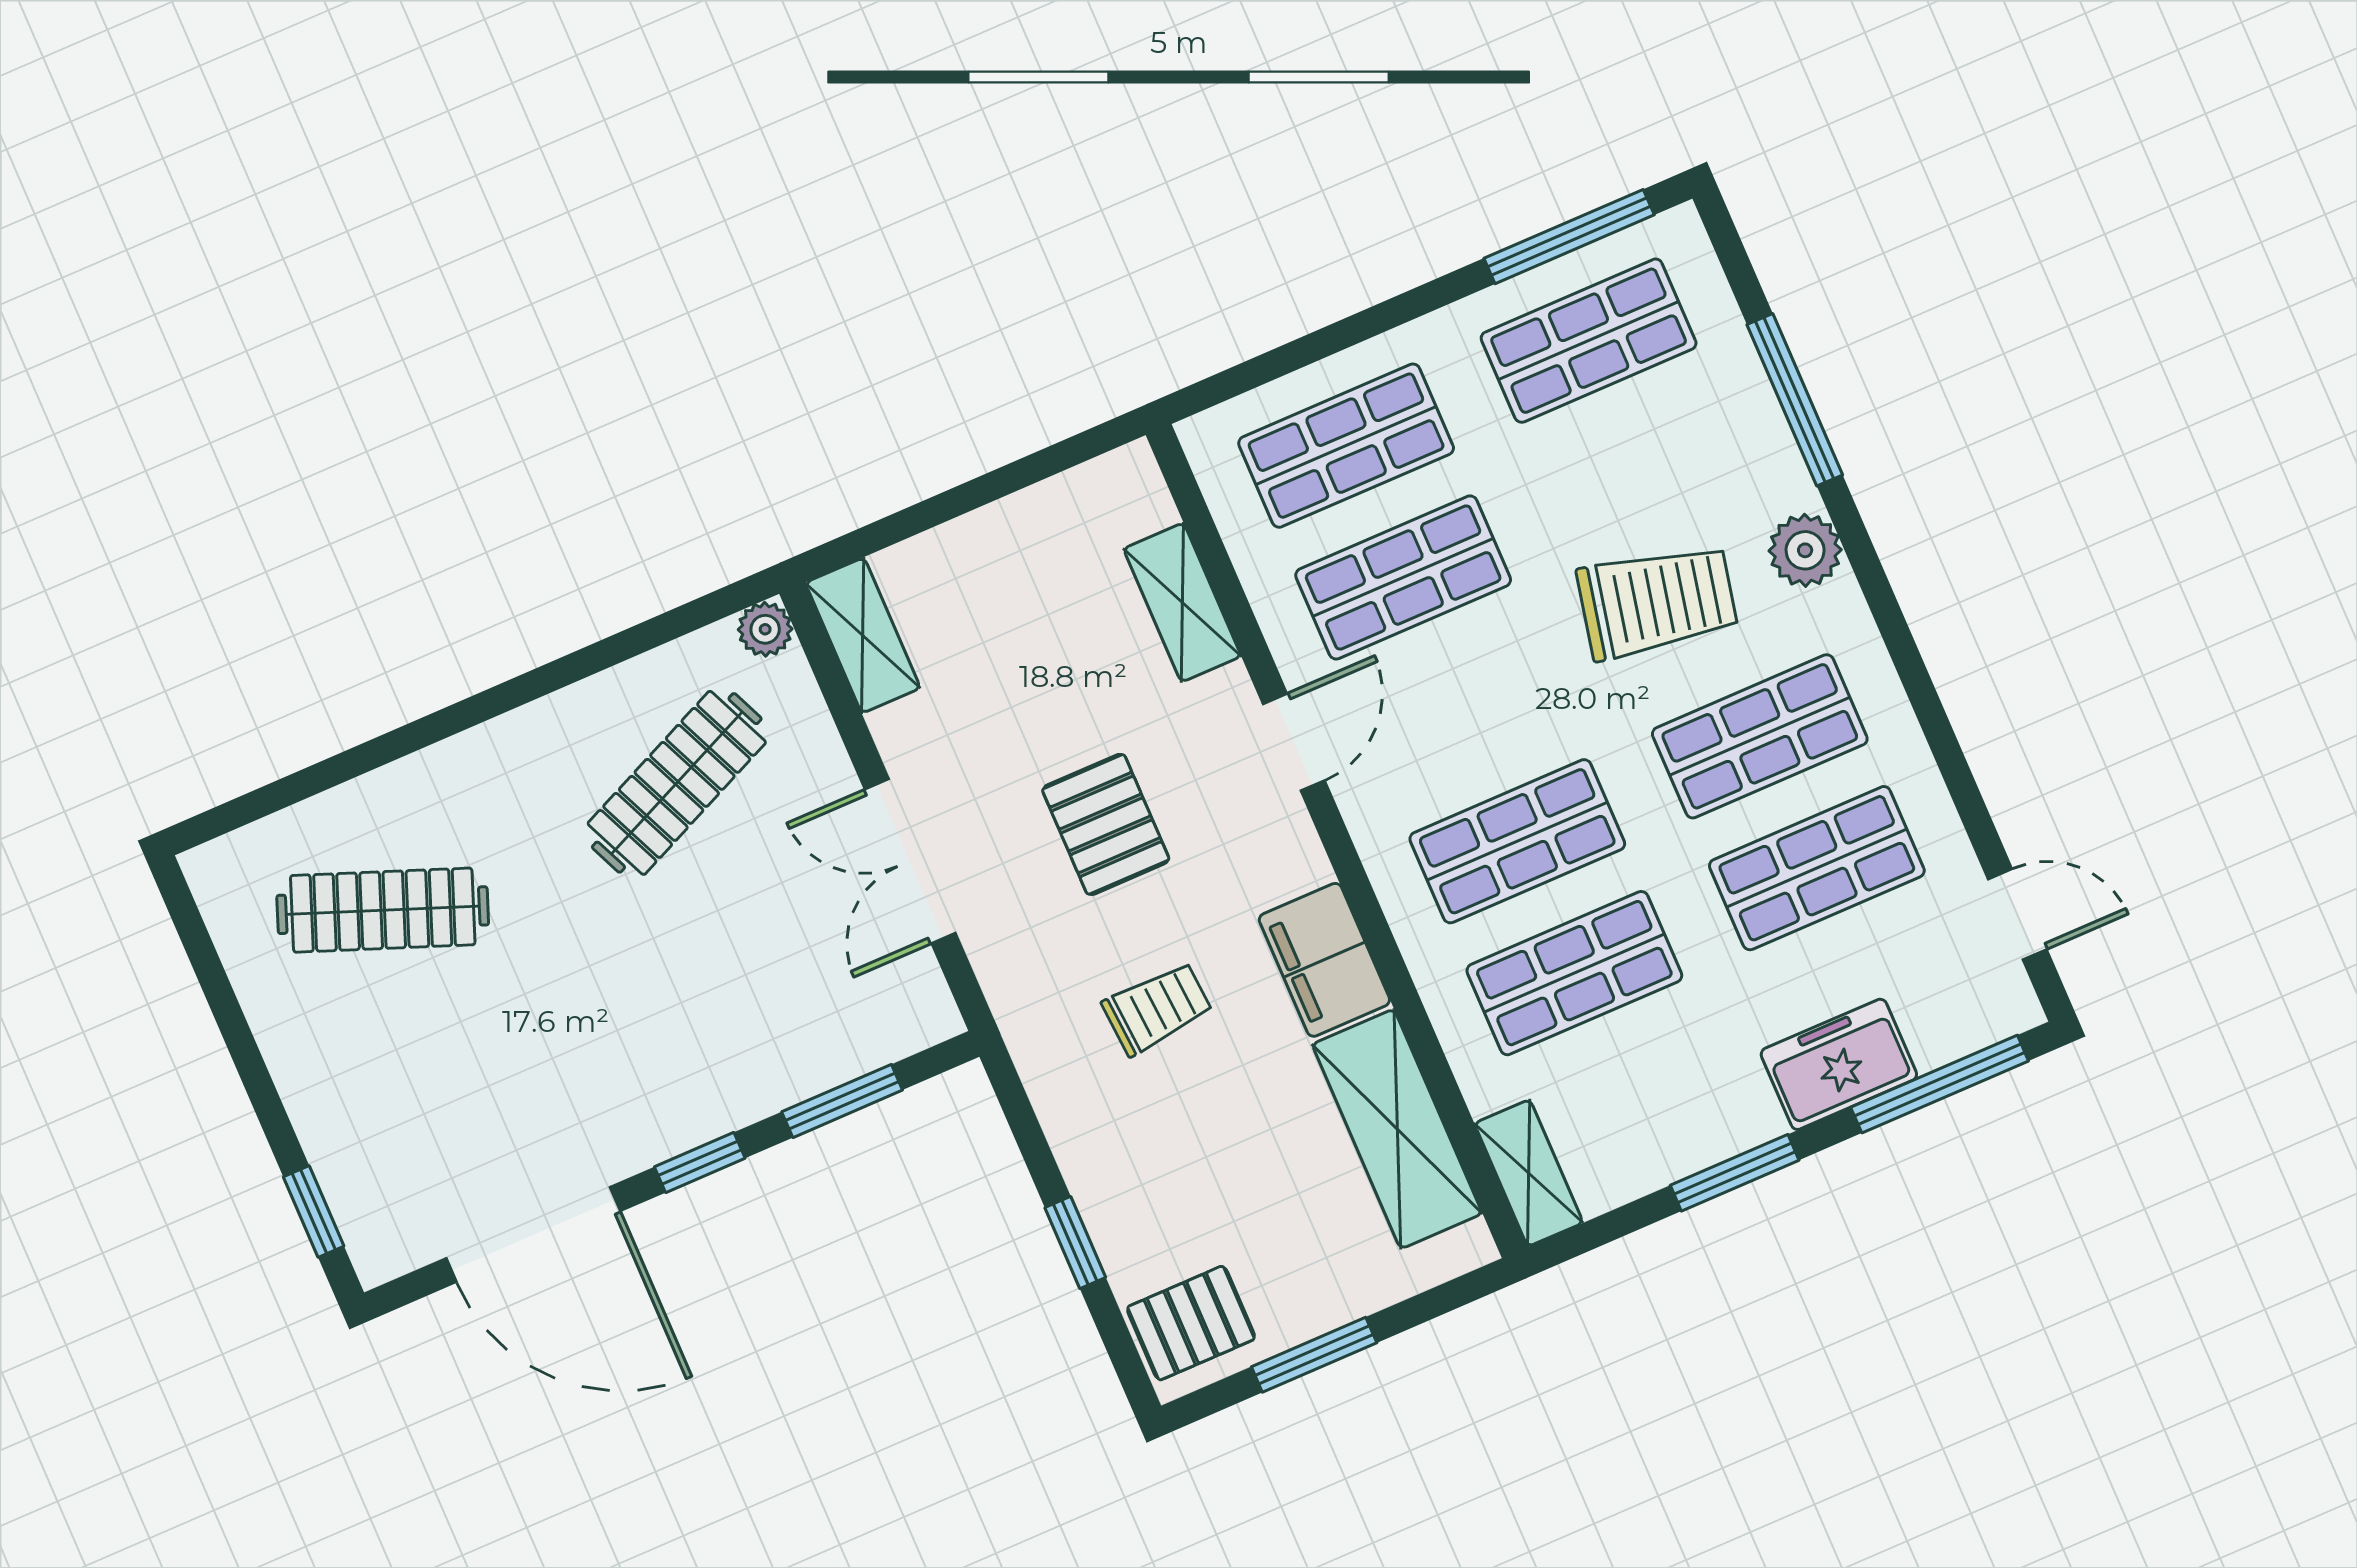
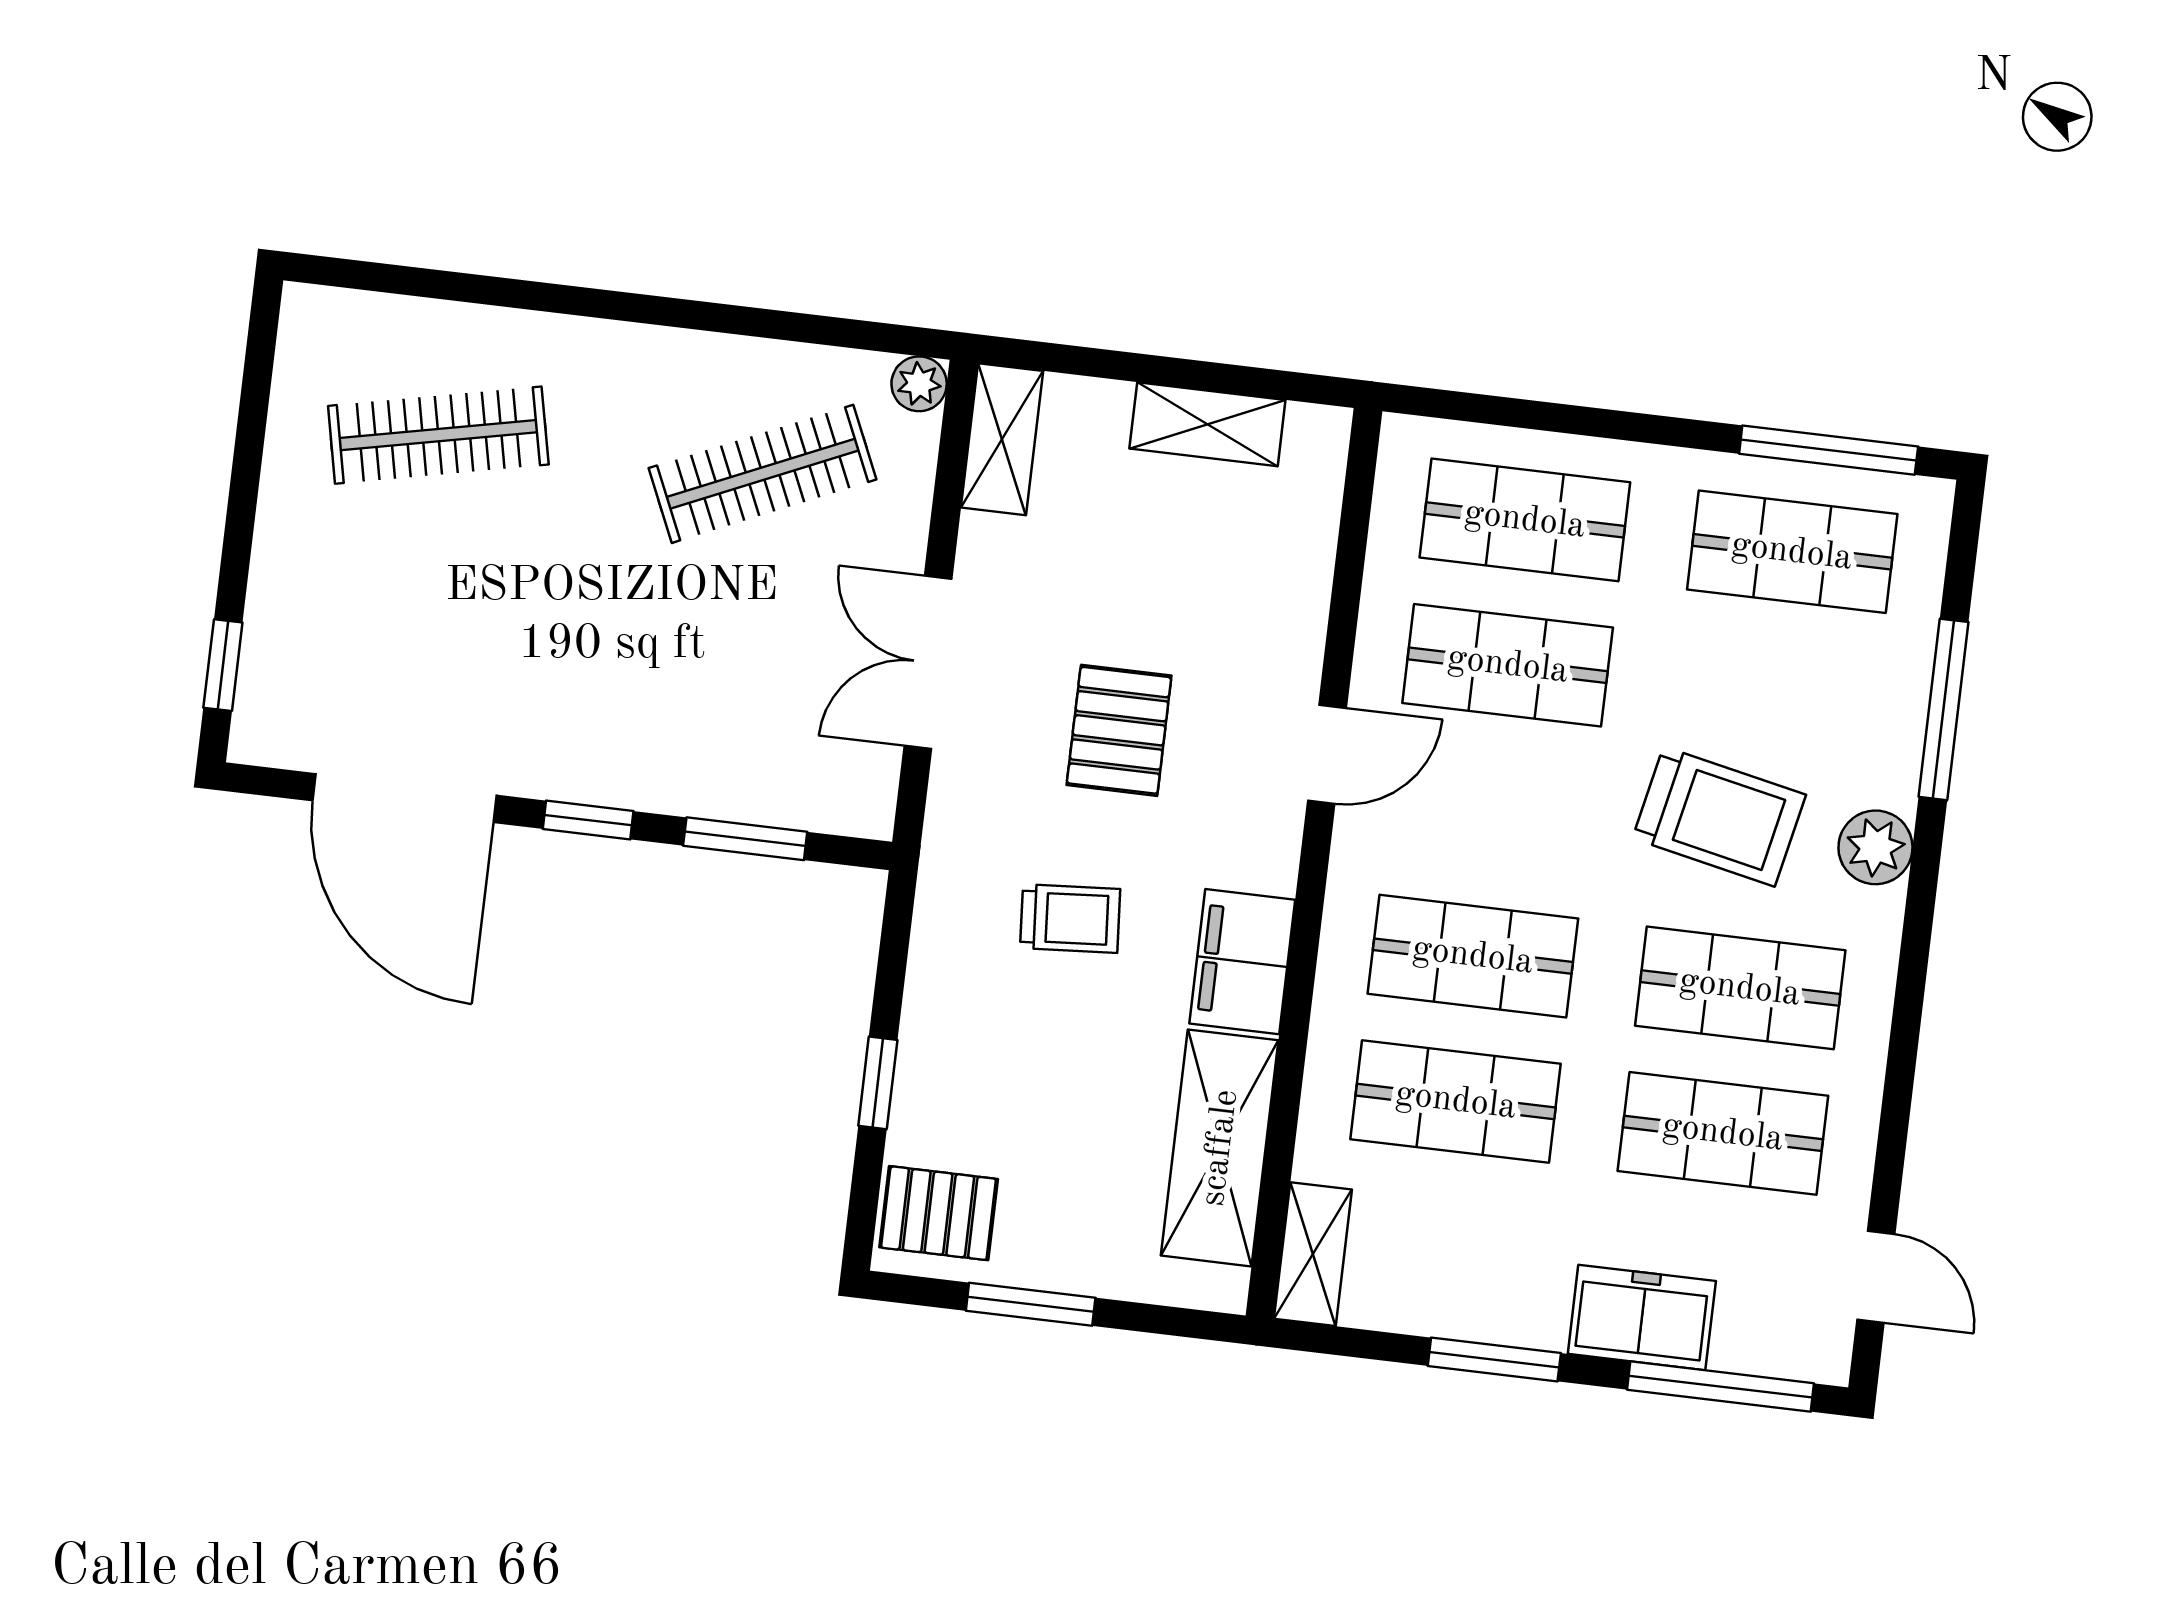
shelving: (1182, 602) -> (1207, 424), moved, turned 90
clothes rail: (383, 910) -> (438, 435), turned -33

